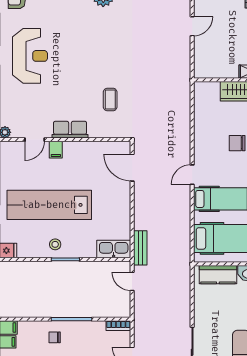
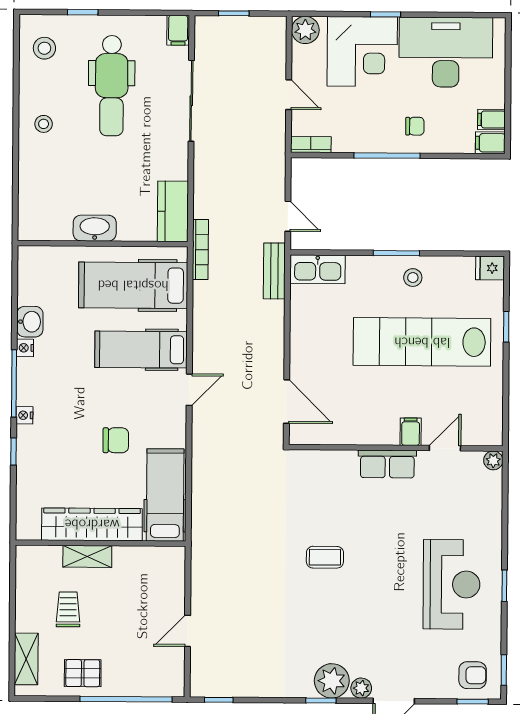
reception desk: (30, 56) -> (452, 584), turned 180
coffee table: (110, 100) -> (325, 557), moved, turned 90
hospital bed: (206, 110) -> (165, 495), added
lab bench: (49, 205) -> (422, 342), turned 180
bookcase: (186, 261) -> (200, 250), added
kitchen counter: (218, 275) -> (173, 211), moved, turned -90

